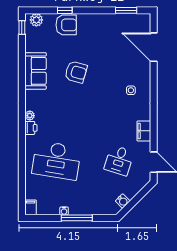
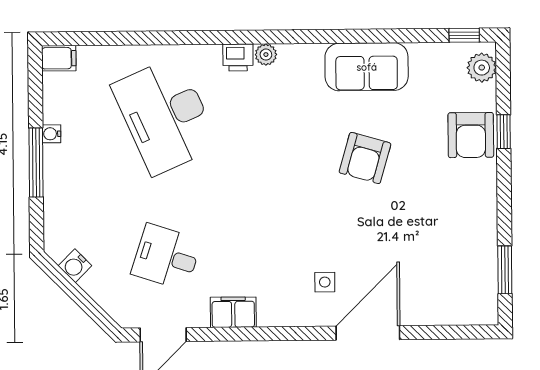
door: (154, 47) -> (368, 333), moved
desk: (56, 160) -> (165, 116), turned -33

